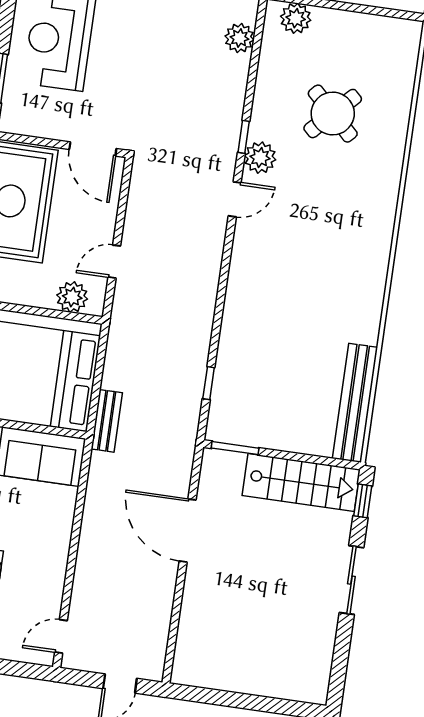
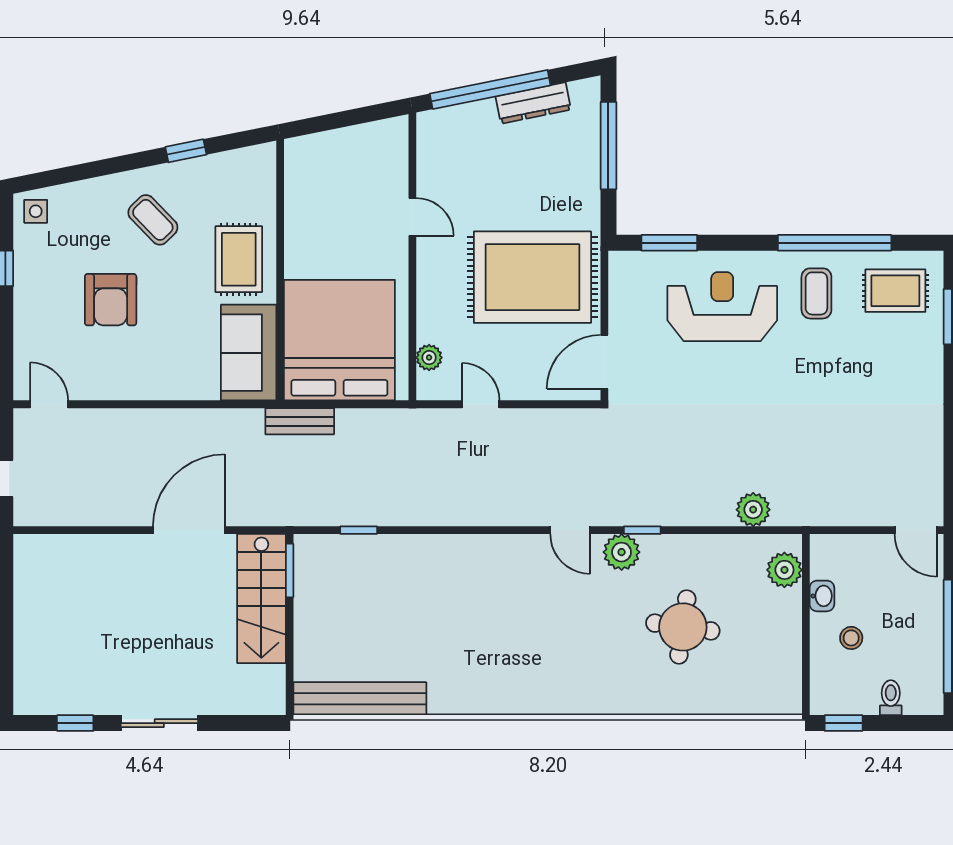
round table: (333, 114) -> (683, 627), turned -36
plant: (72, 297) -> (429, 358), width x0.73, depth x0.73
stairs: (301, 482) -> (261, 599), moved
window: (363, 501) -> (75, 723), moved

